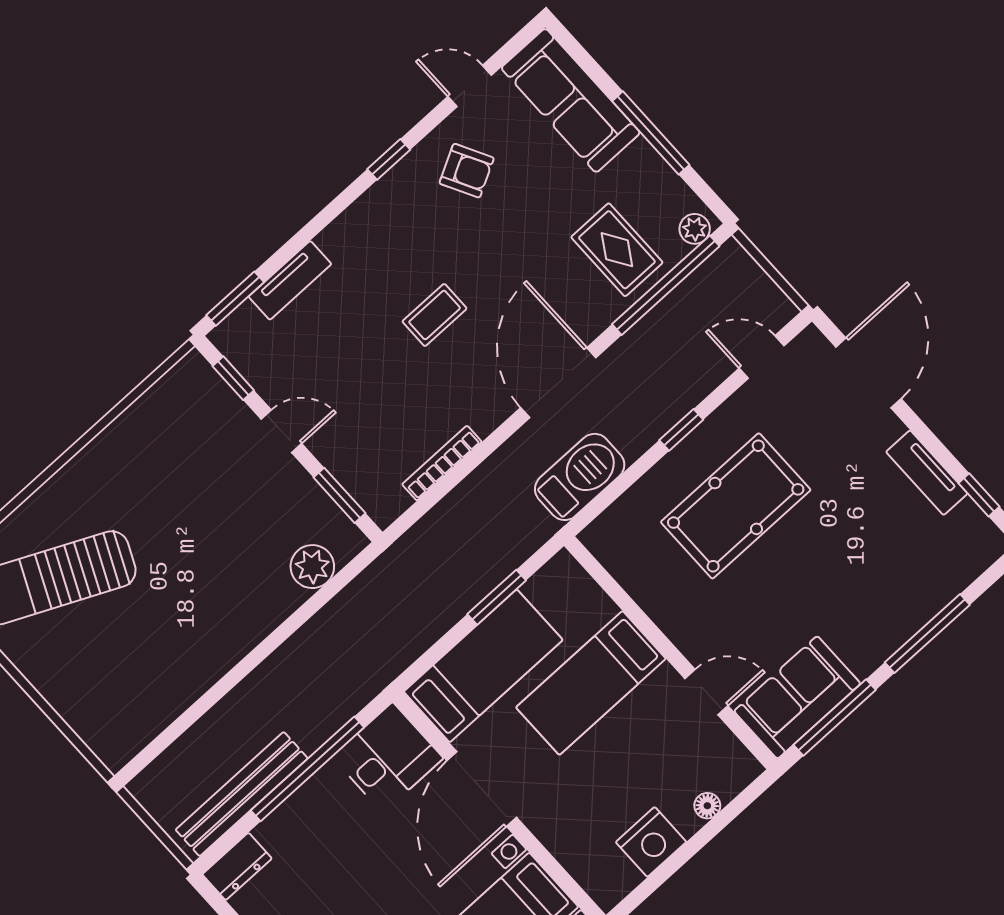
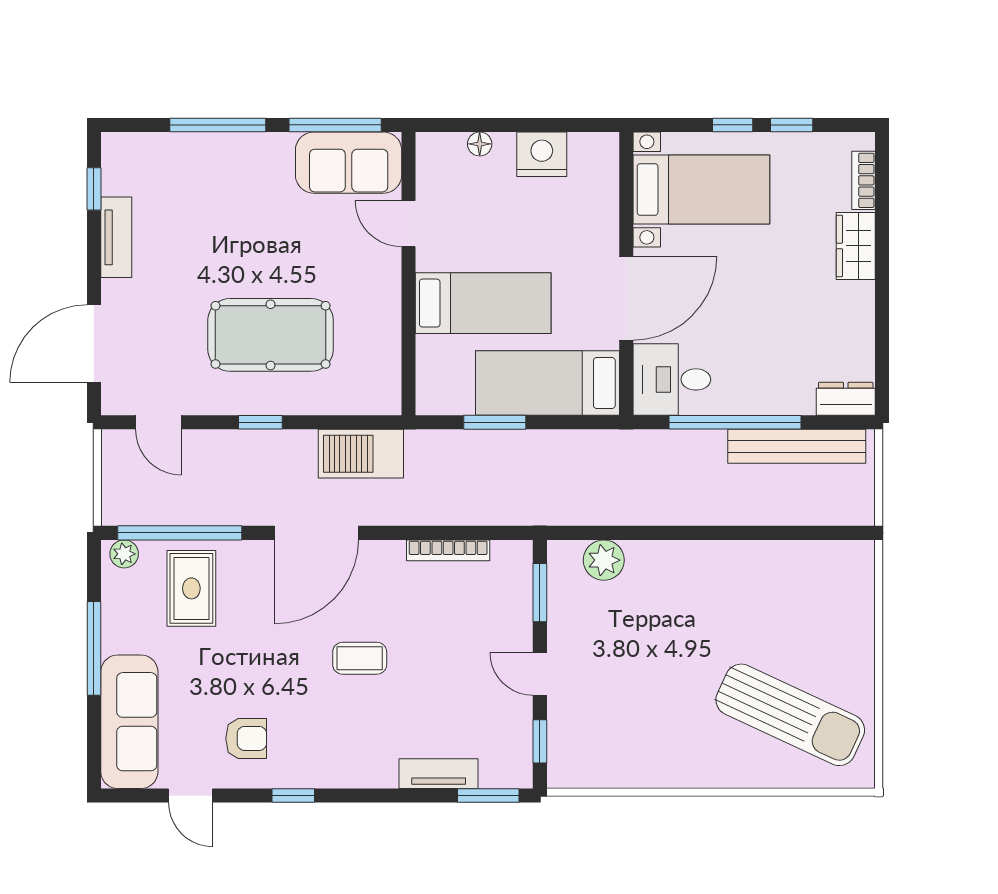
armchair: (467, 171) -> (246, 738), turned 118

